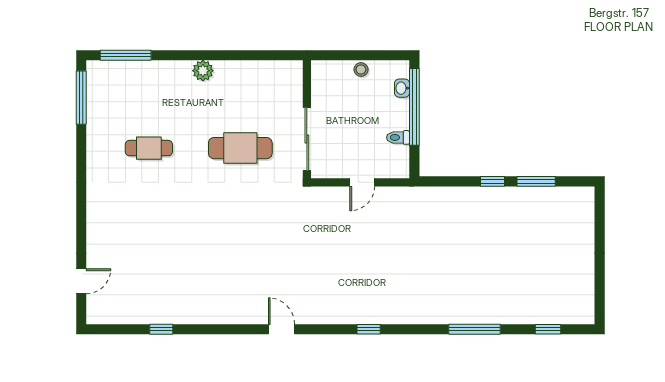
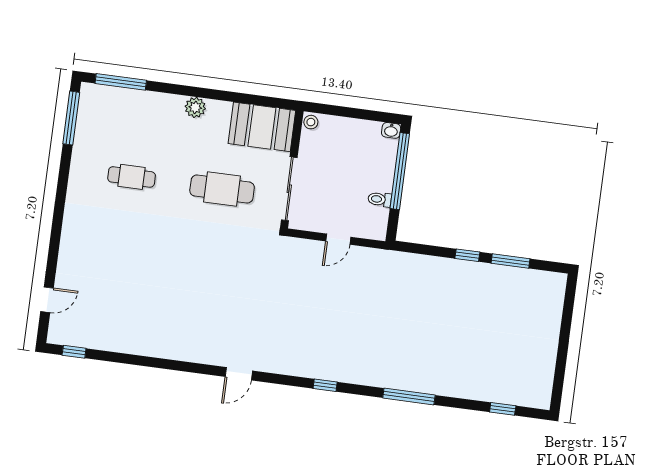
stool: (361, 69) -> (311, 122), moved
booth: (272, 81) -> (262, 127), added
washbasin: (402, 88) -> (391, 130), moved, turned -90
window: (161, 329) -> (74, 352), moved
door: (281, 329) -> (239, 374), swing flipped
window: (474, 329) -> (409, 396), moved

